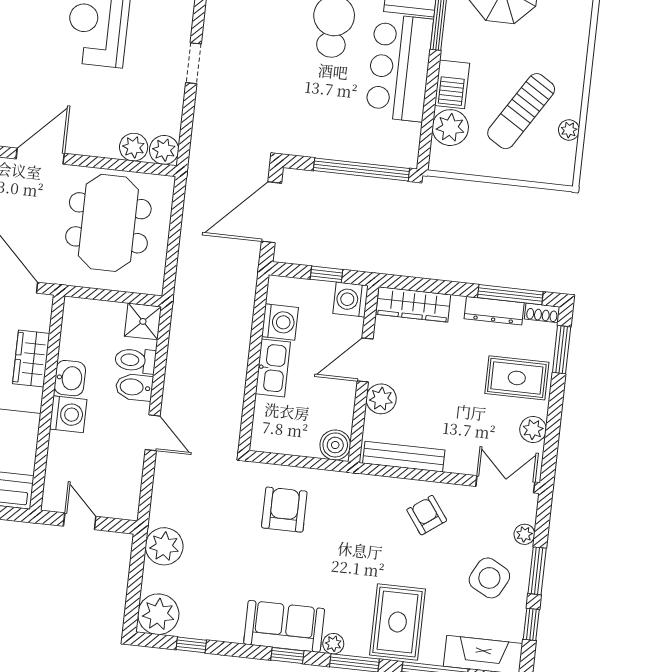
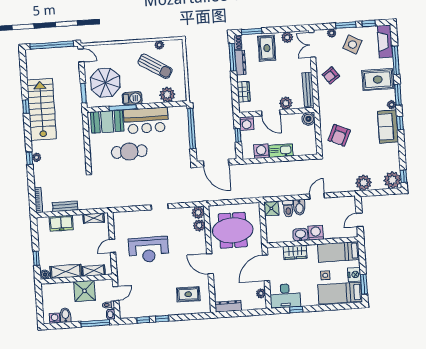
barbecue: (452, 84) -> (132, 98), moved
wardrobe: (413, 304) -> (244, 92), width x0.67
armchair: (284, 510) -> (339, 135), turned -66
window: (191, 645) -> (404, 176), moved

